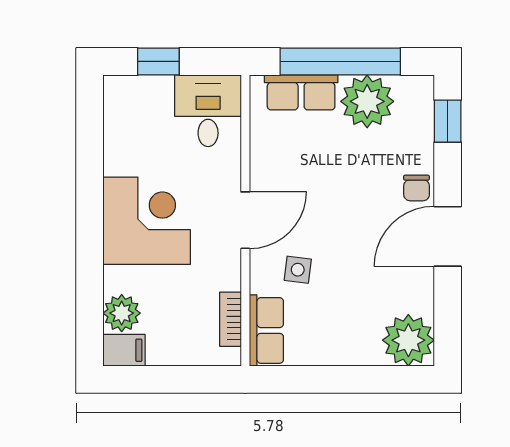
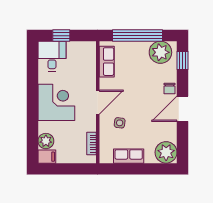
row of seats: (301, 92) -> (107, 62), moved, turned -90
plant: (367, 101) -> (160, 52), moved
desk: (208, 111) -> (52, 56), moved
row of seats: (266, 330) -> (129, 156), moved, turned -90

